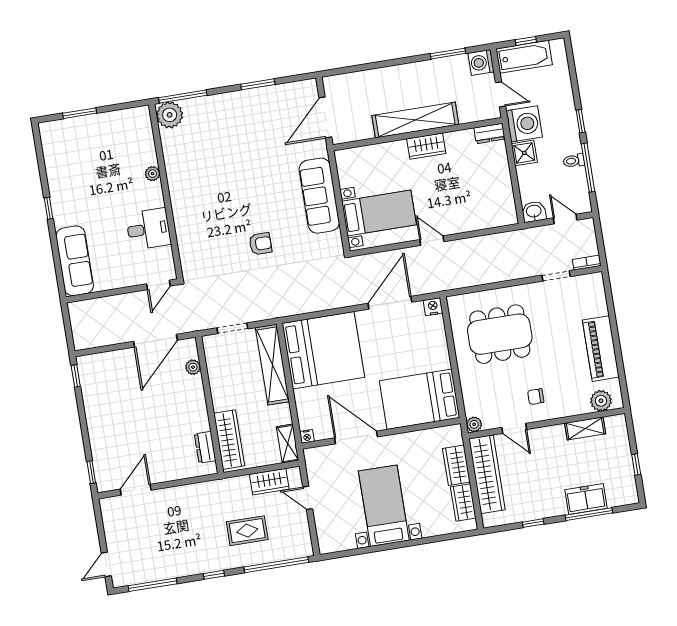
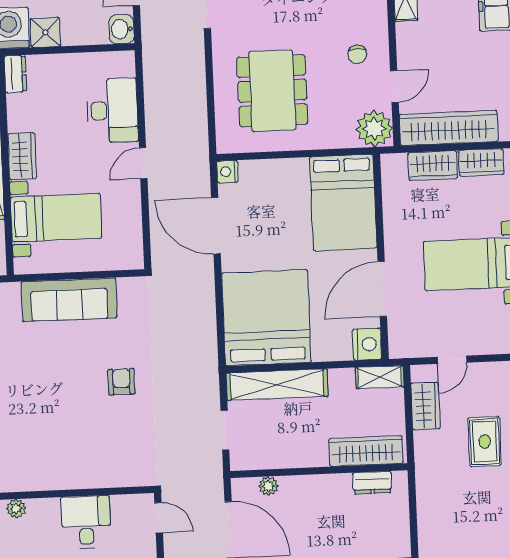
desk: (470, 212) -> (112, 110), added
bed with nightstands: (379, 213) -> (56, 218), moved, turned 90
plant: (474, 424) -> (374, 129), width x1.88, depth x1.88
nightstand: (307, 436) -> (367, 344), width x1.89, depth x1.79

